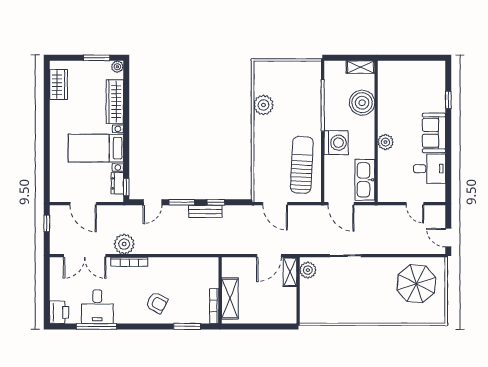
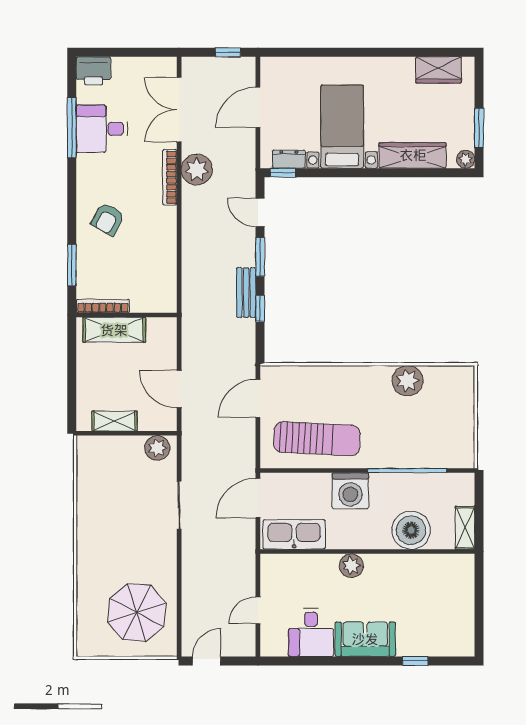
shelving: (290, 272) -> (114, 421), moved

